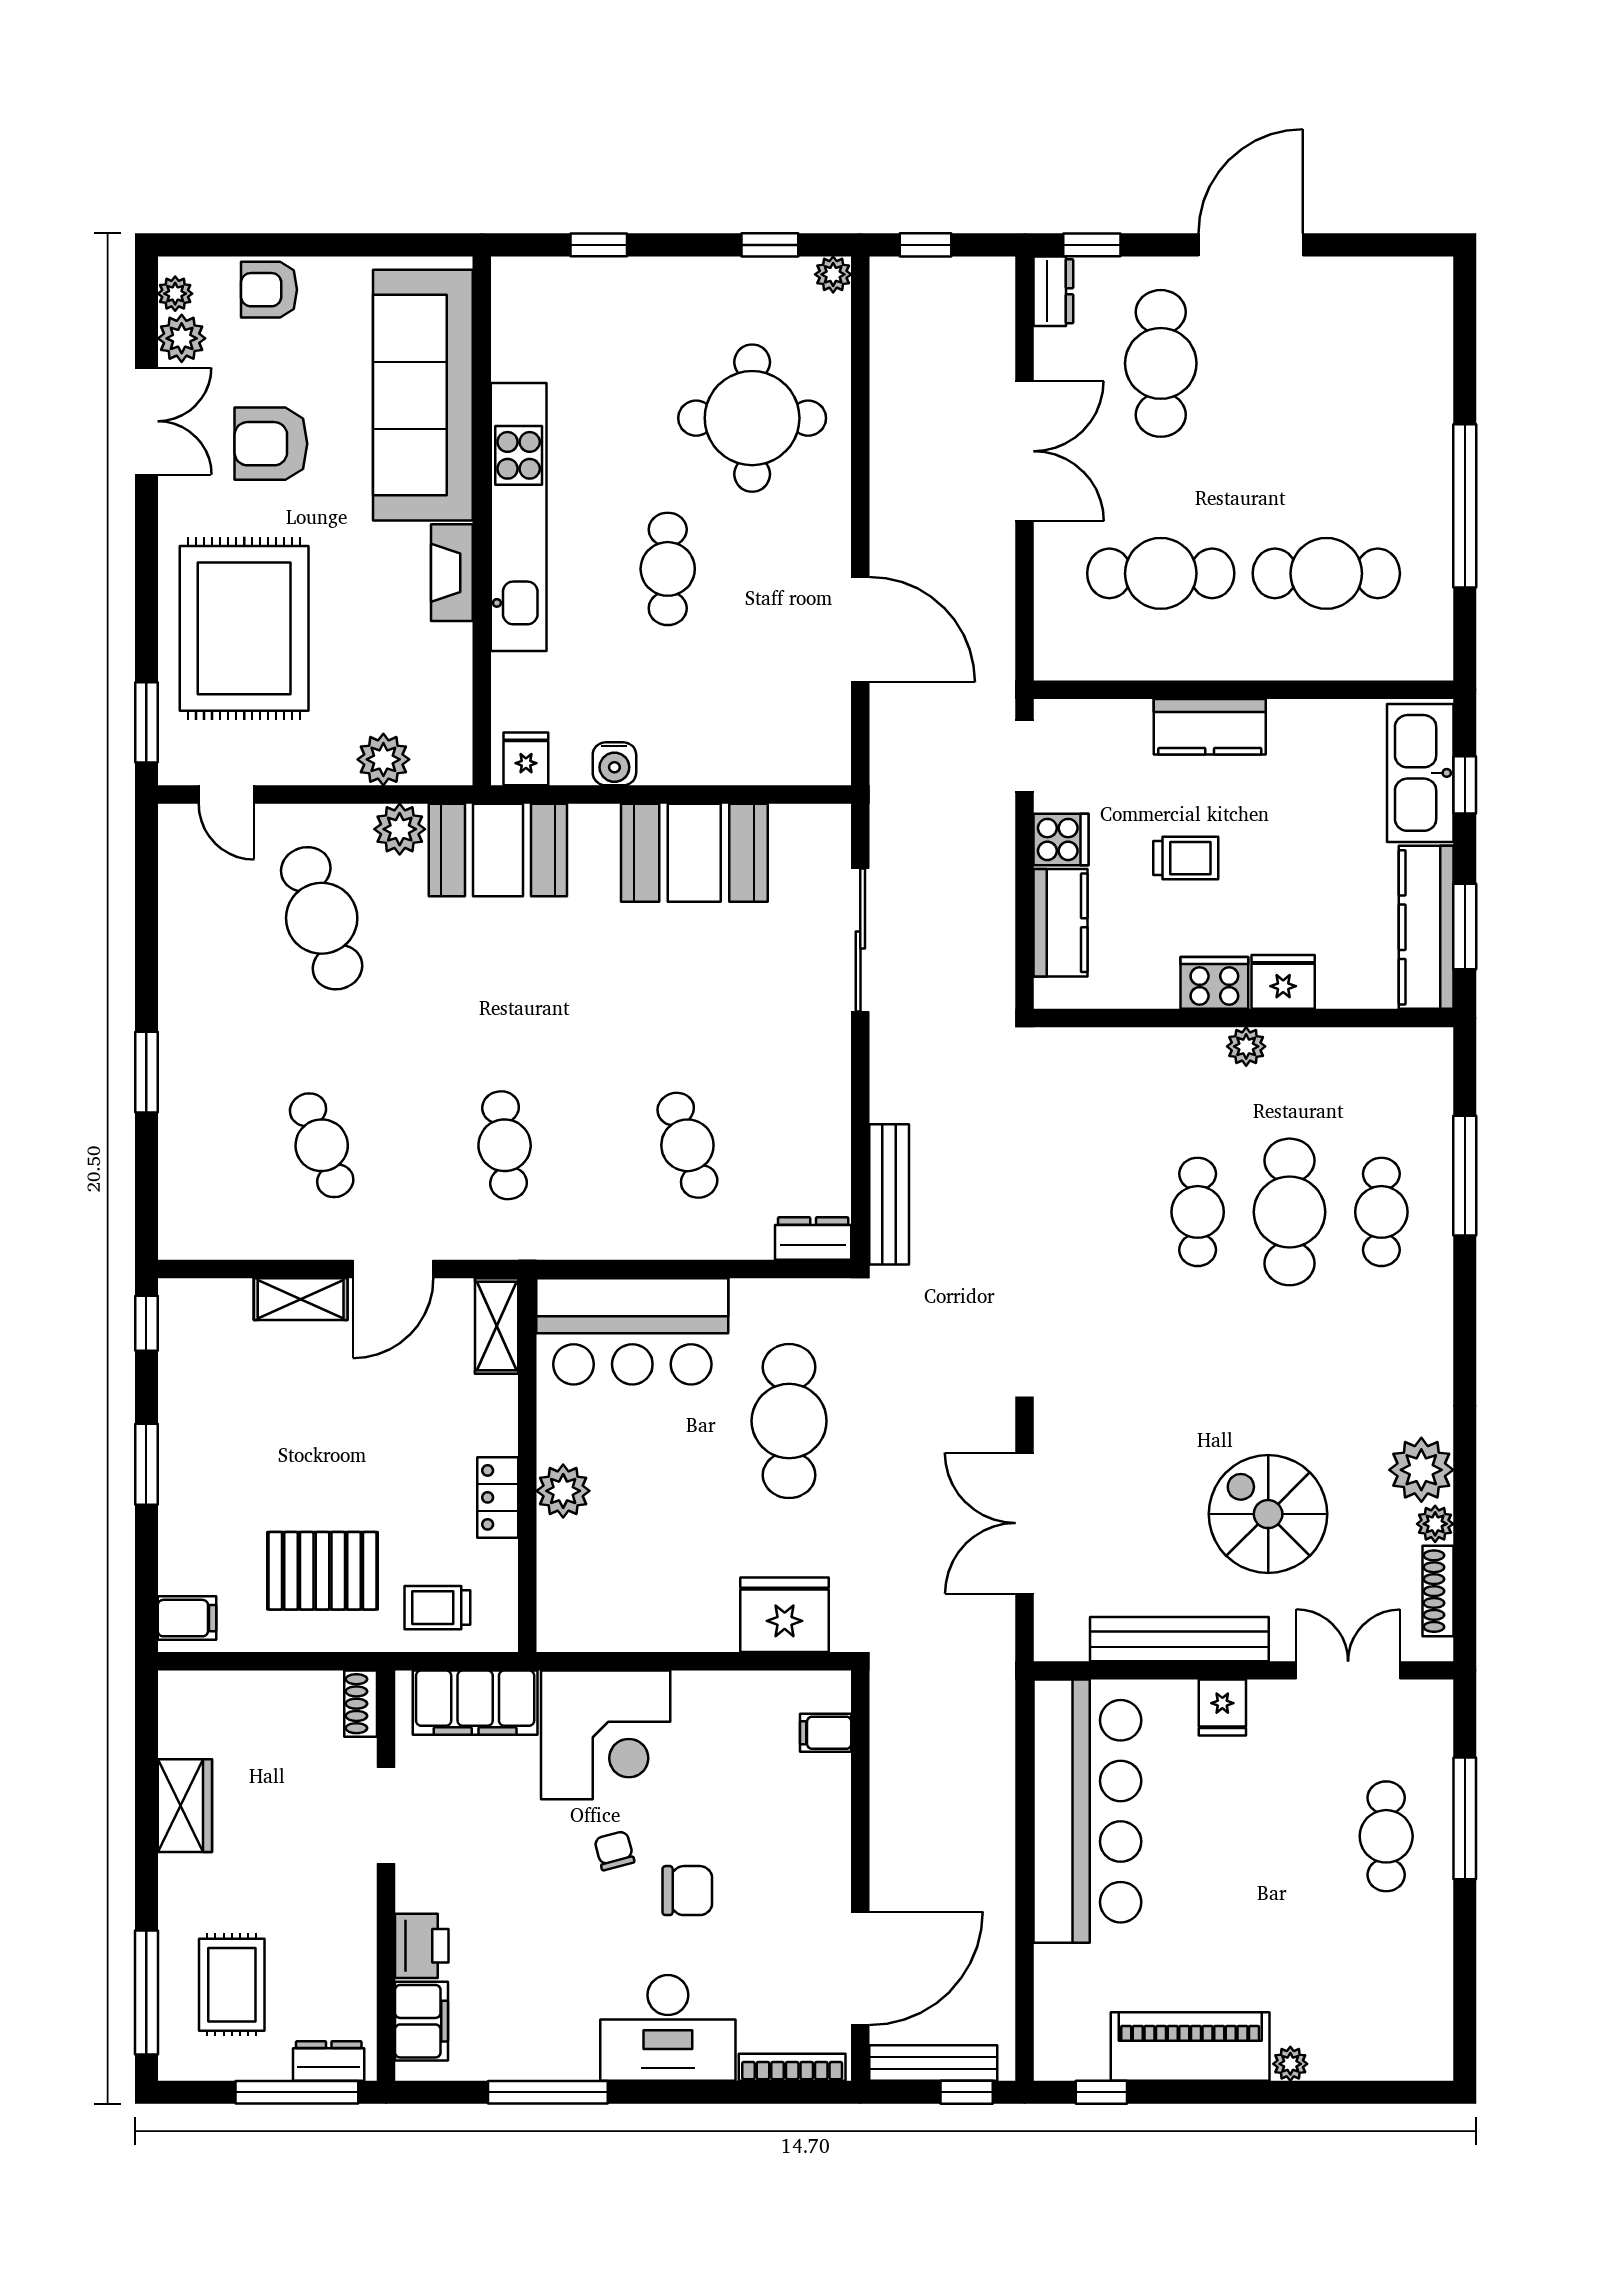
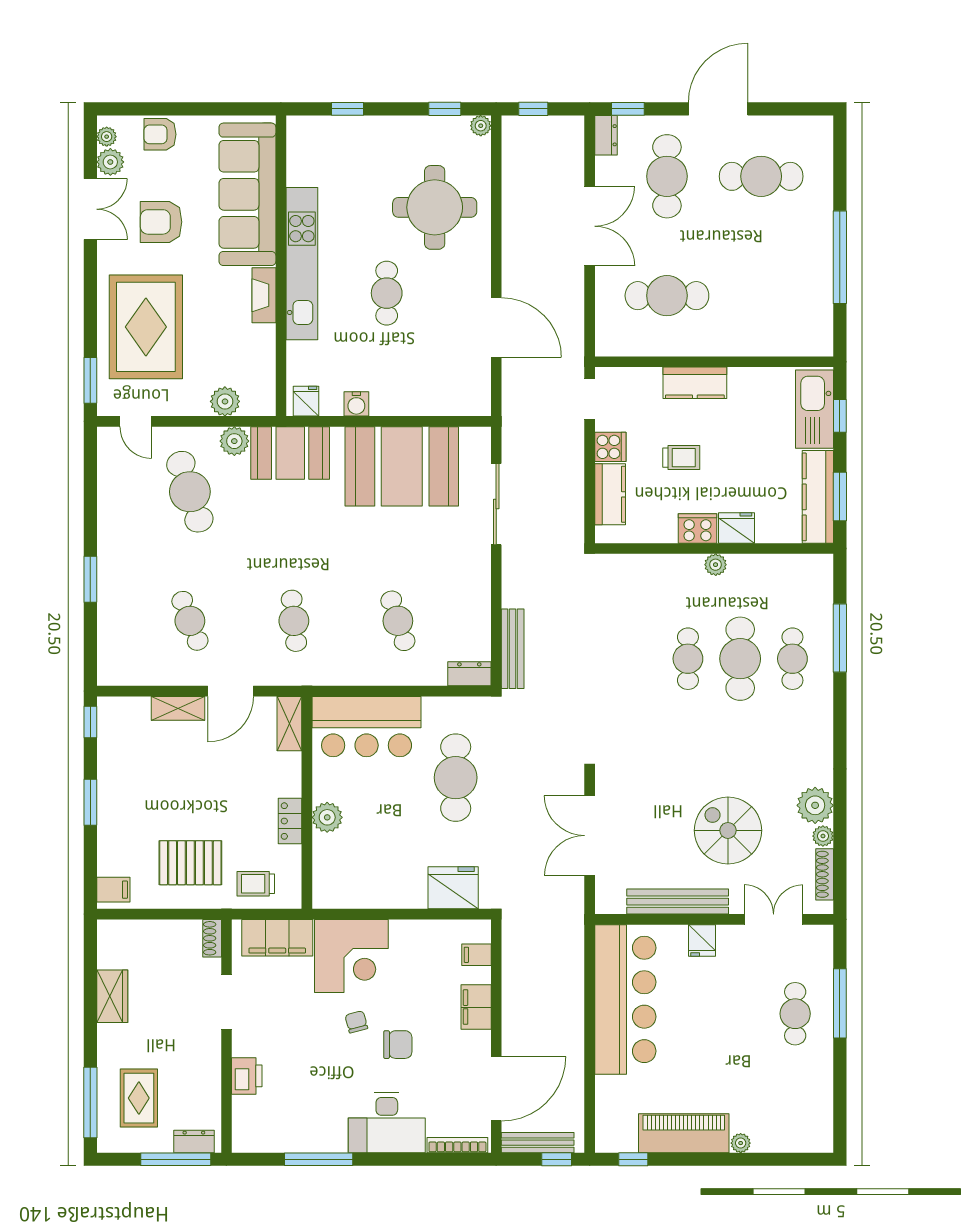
cafe table: (1326, 573) -> (761, 176), moved
booth: (694, 853) -> (402, 466), width x1.36, depth x1.42
filing cabinet: (421, 2021) -> (476, 1007), moved, turned 180

